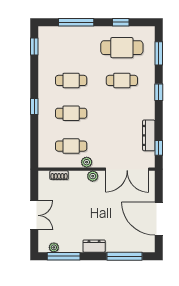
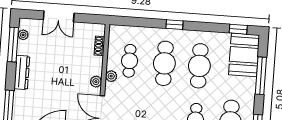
booth: (58, 39) -> (244, 55), added
cafe table: (71, 80) -> (199, 66), width x1.37, depth x1.35
cafe table: (71, 113) -> (164, 63), width x1.37, depth x1.35
dresser: (94, 246) -> (22, 73), width x1.44

